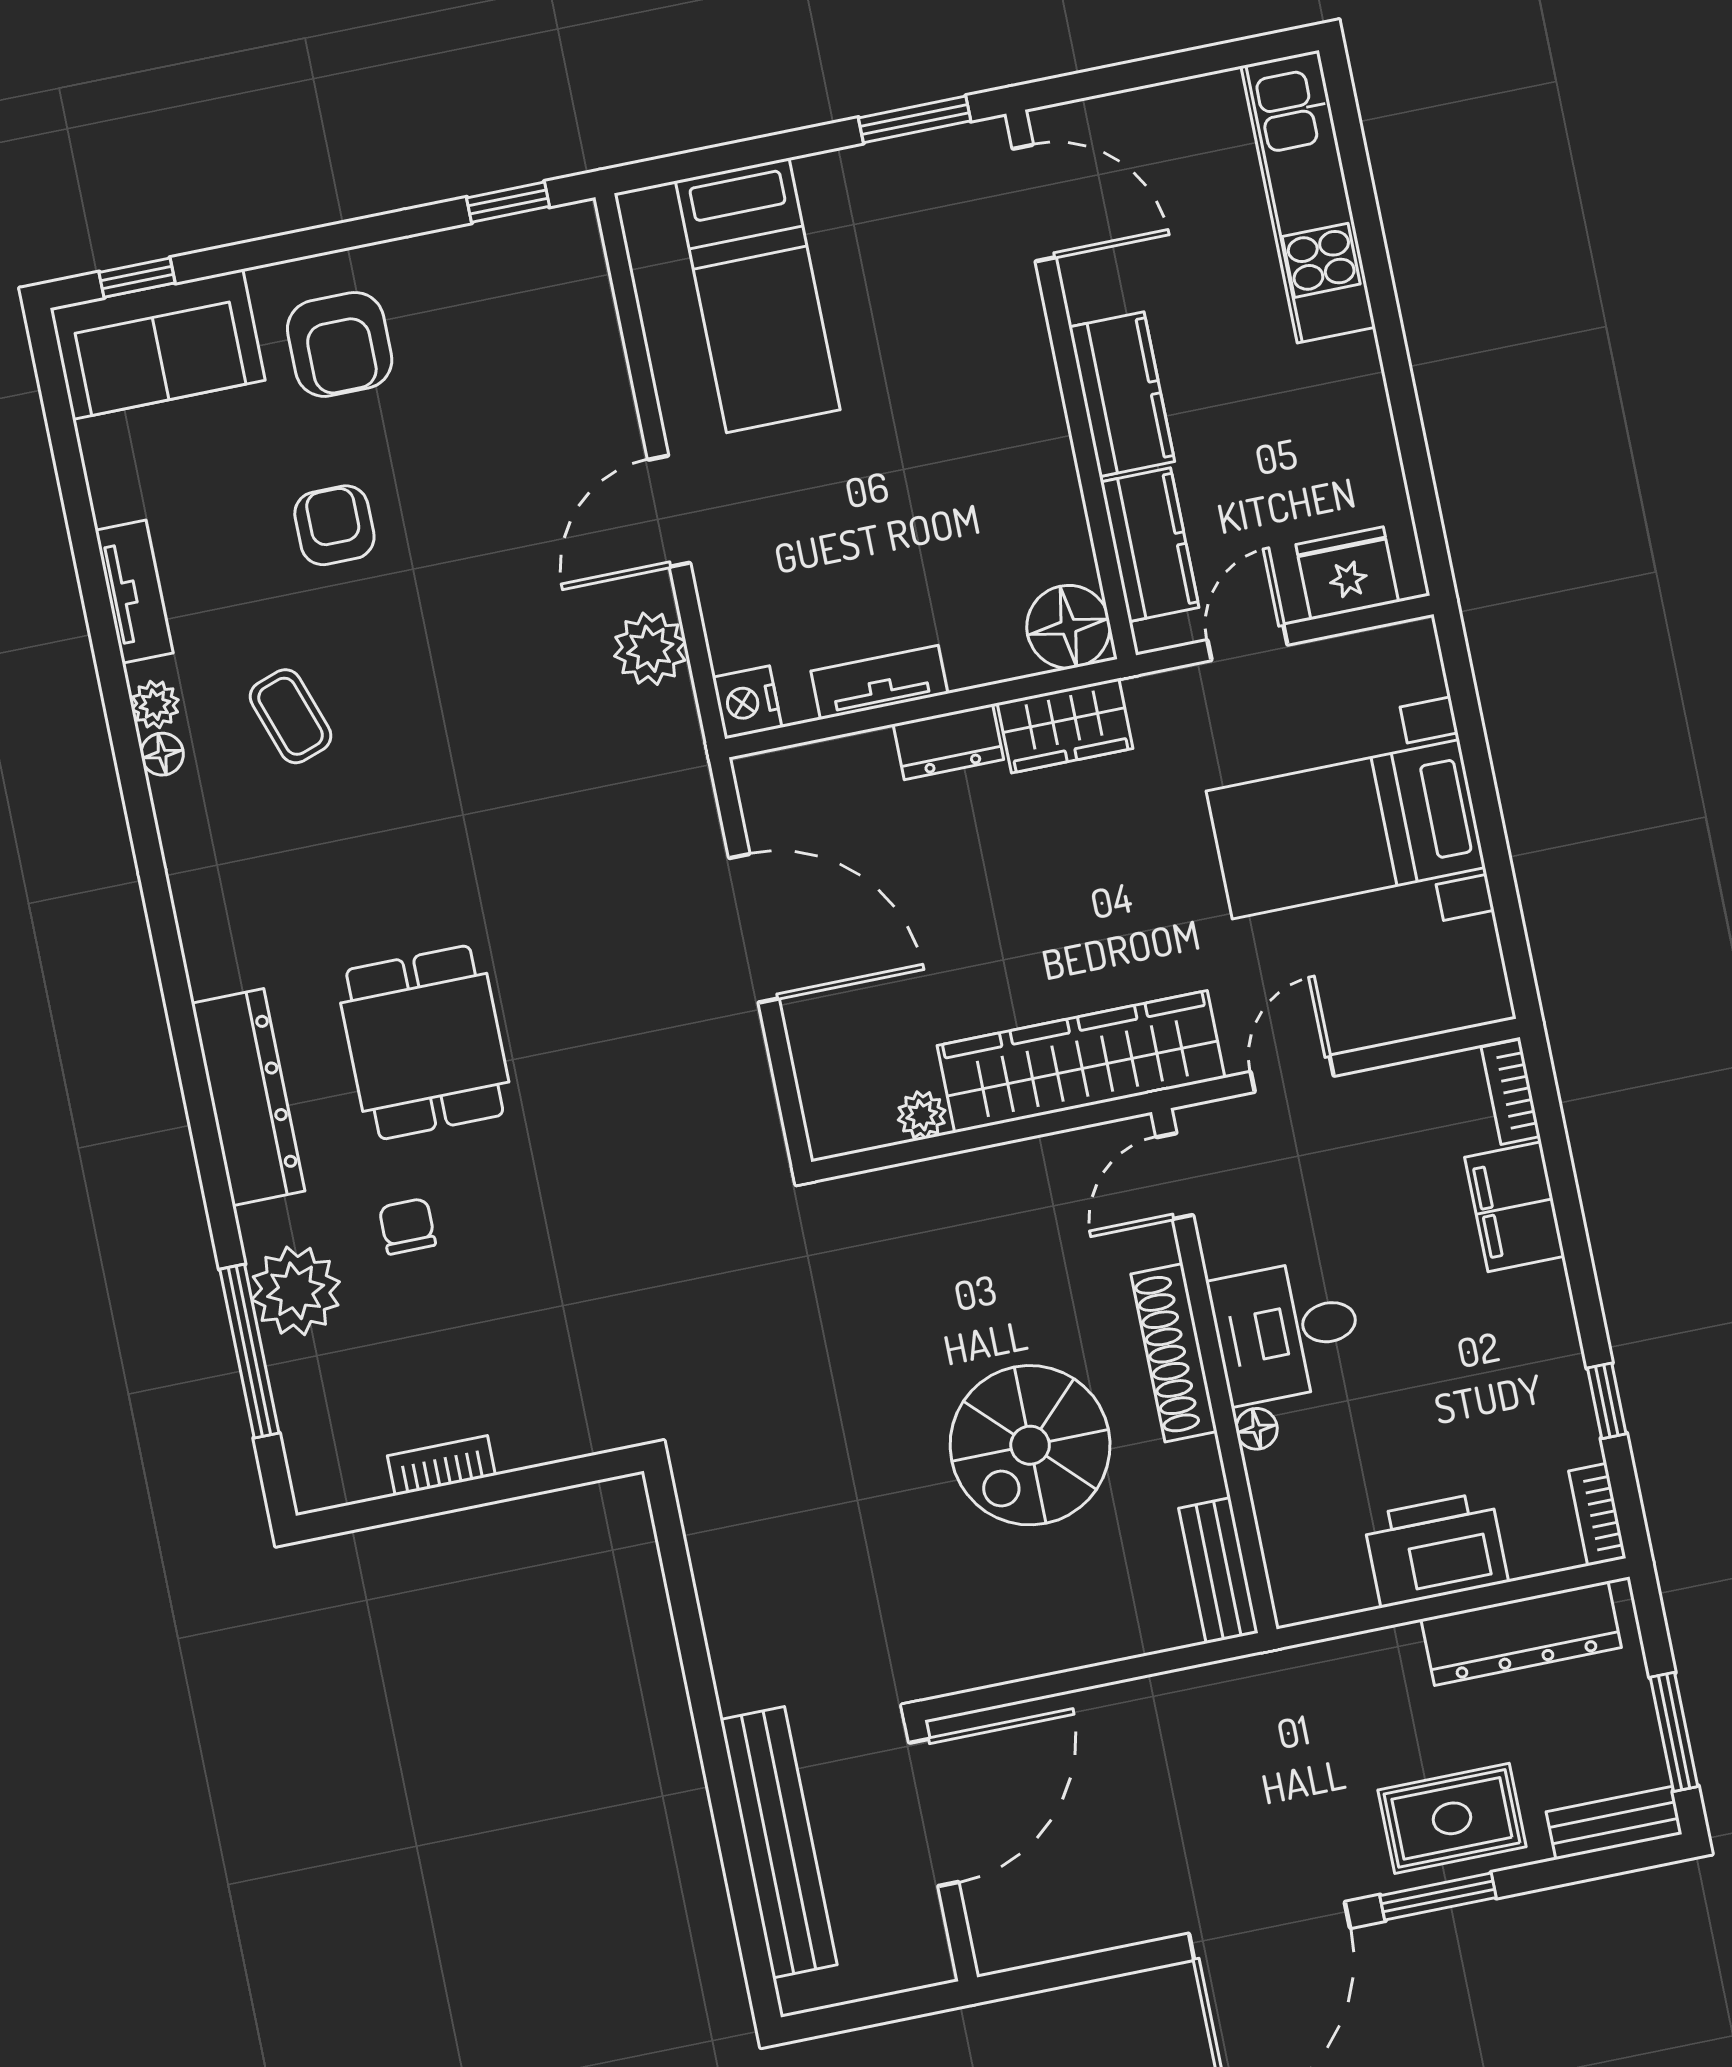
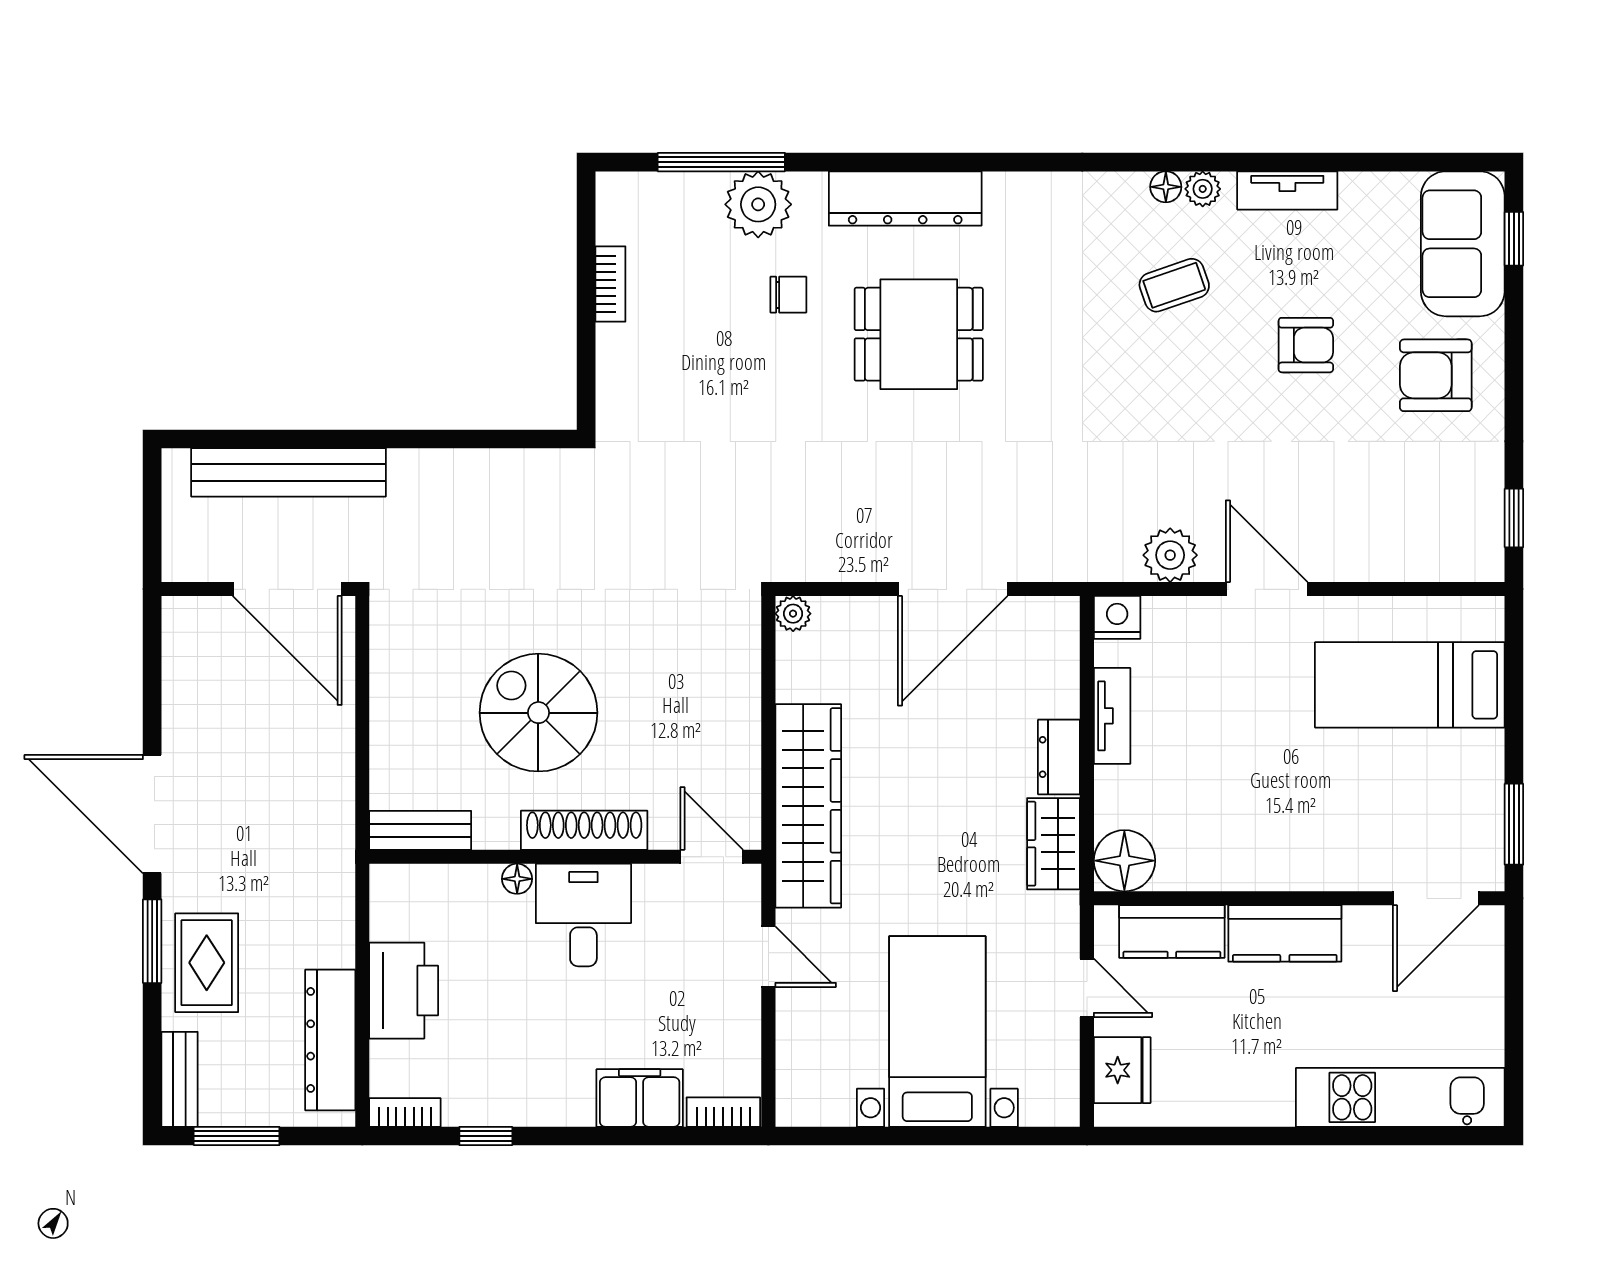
plant: (922, 1115) -> (793, 614), moved

